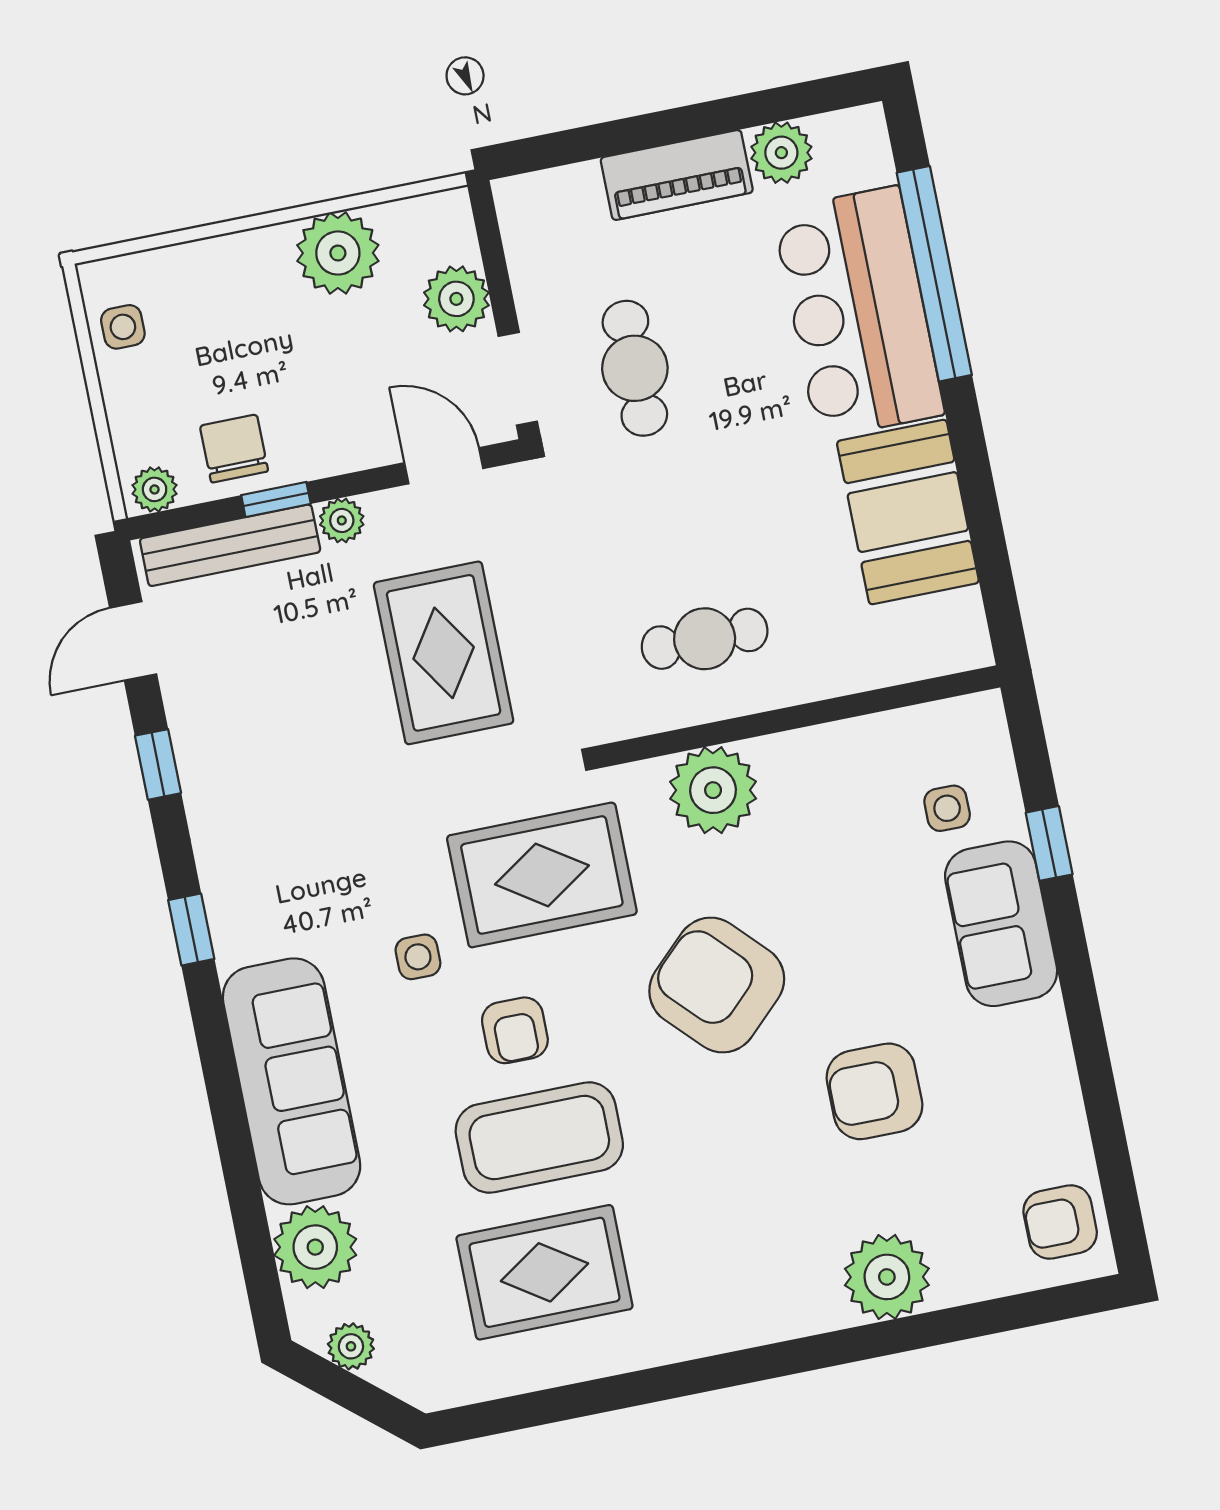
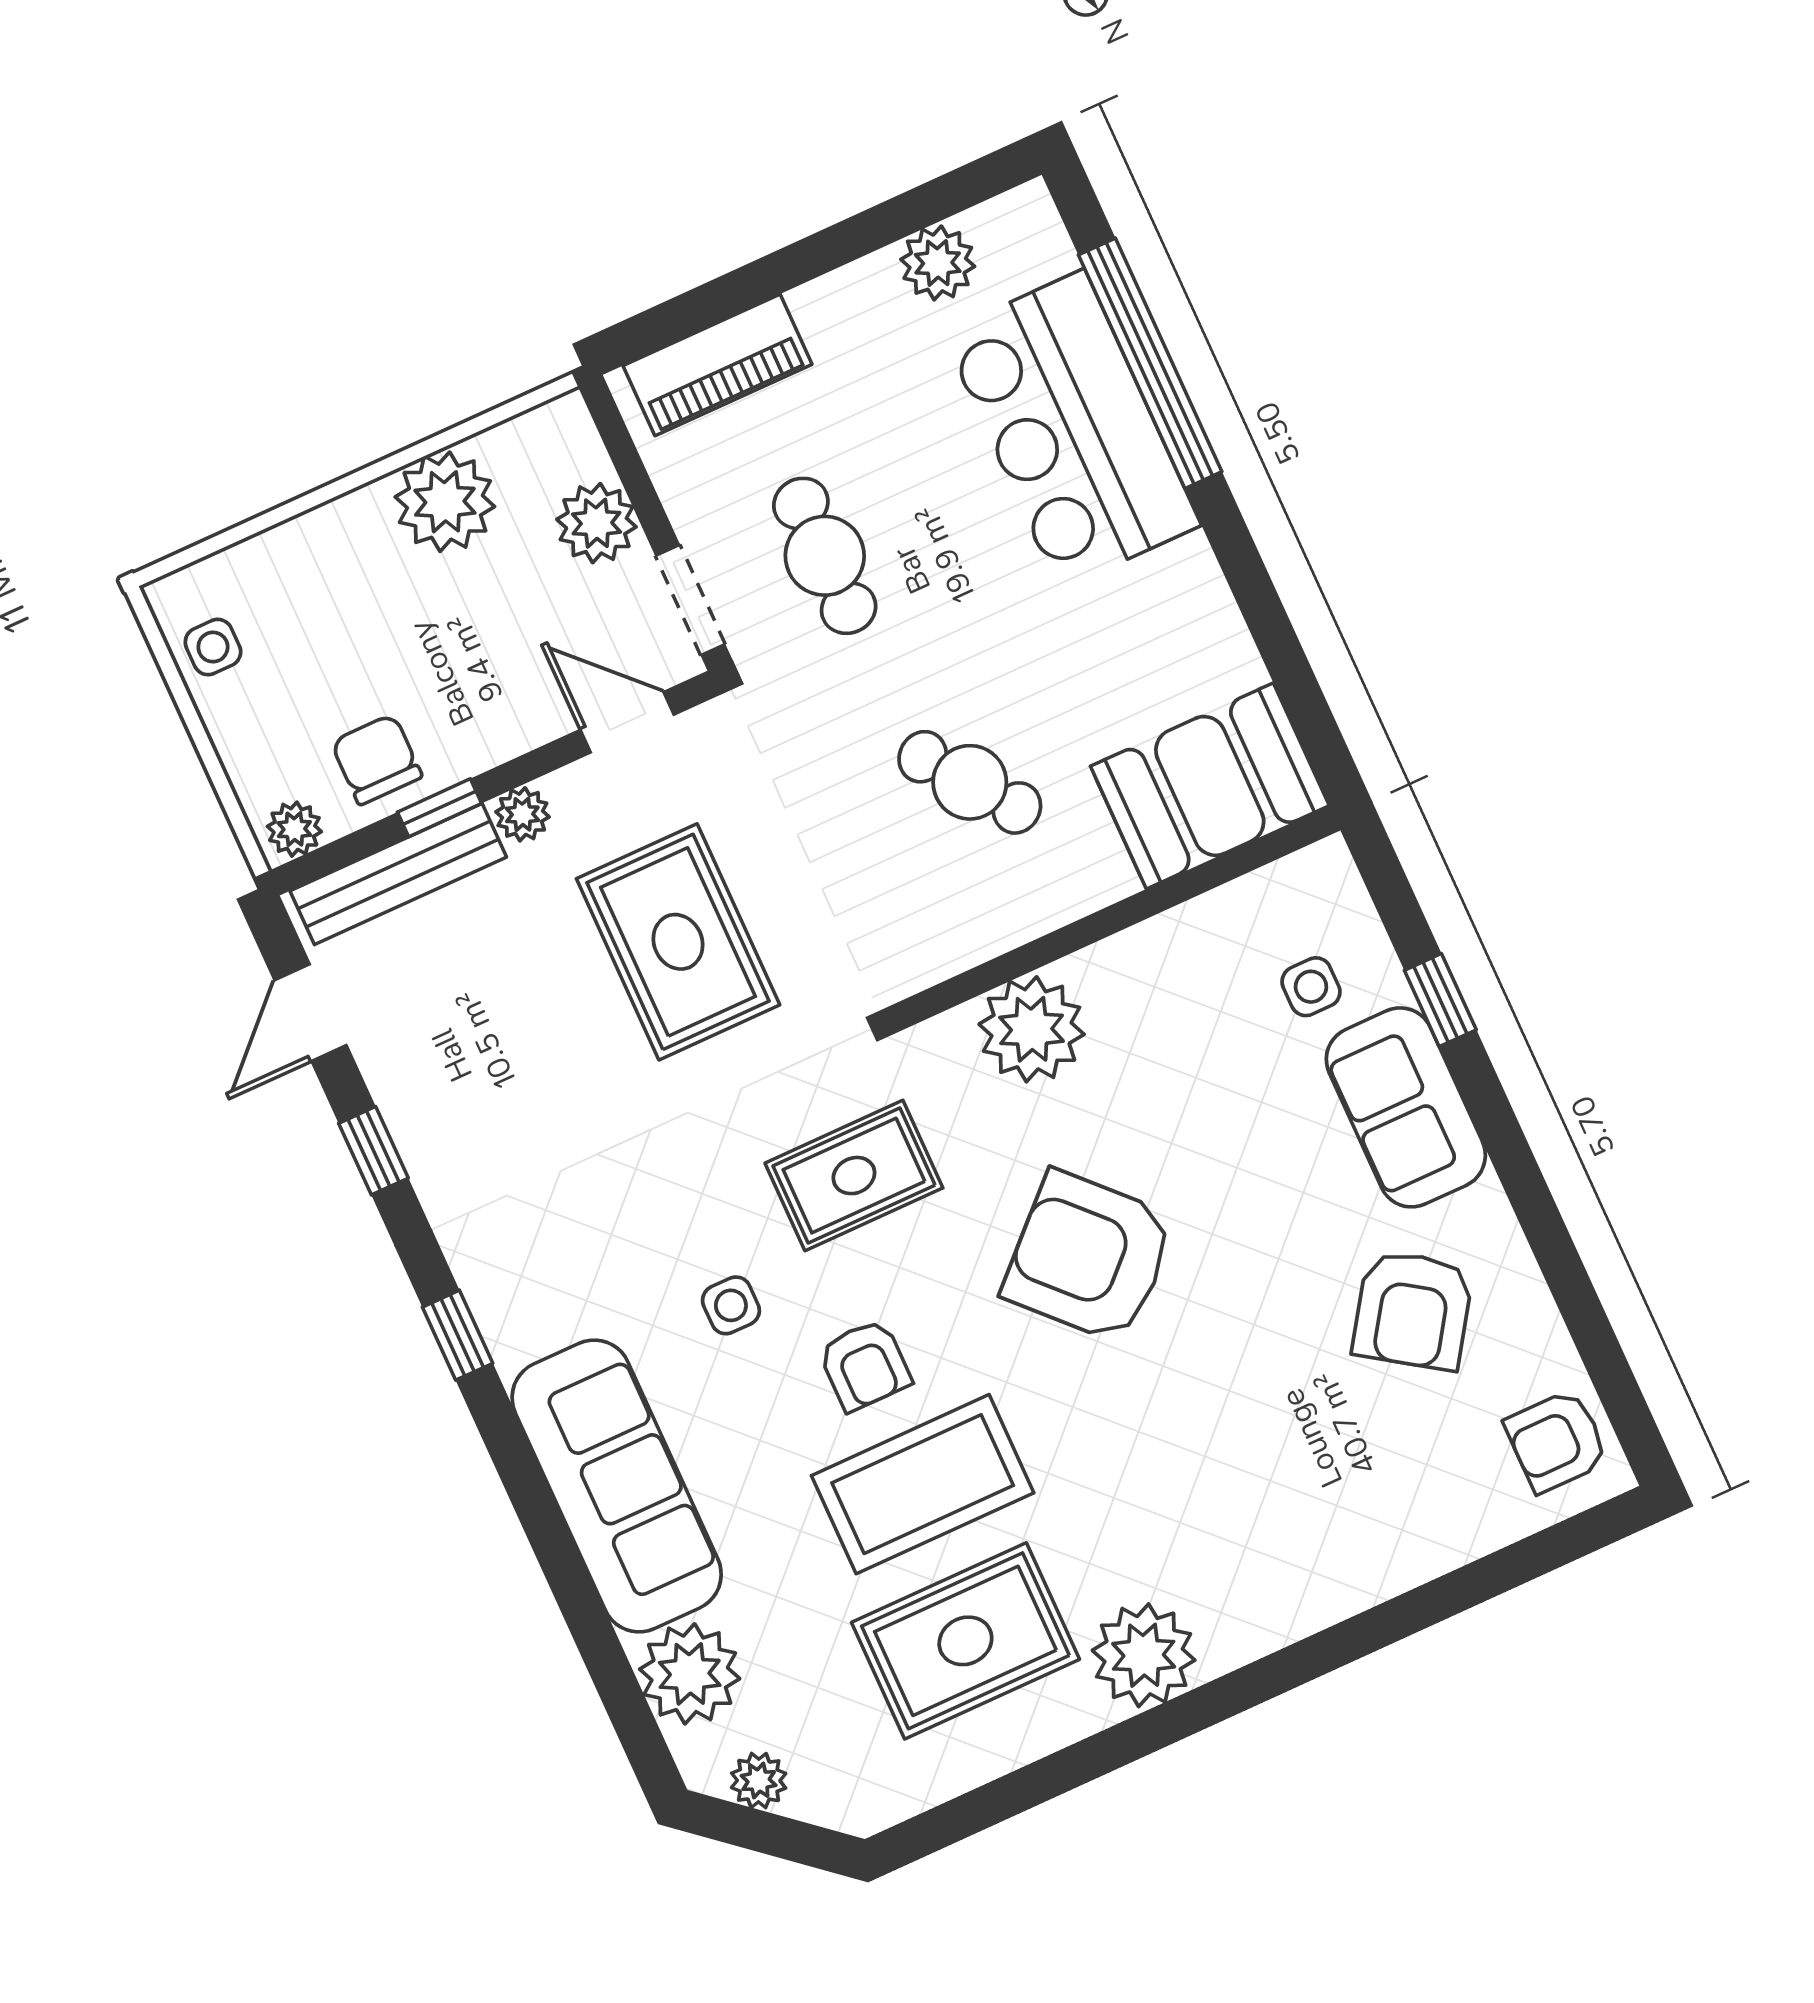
piano: (677, 175) -> (717, 365), moved
booth: (908, 512) -> (1210, 786), moved, turned 90
cafe table: (705, 639) -> (970, 782), moved, turned 53
rug: (542, 875) -> (854, 1176), width x0.73, depth x0.70
armchair: (874, 1091) -> (1413, 1310), moved, turned -56
plant: (887, 1277) -> (1144, 1655), moved

